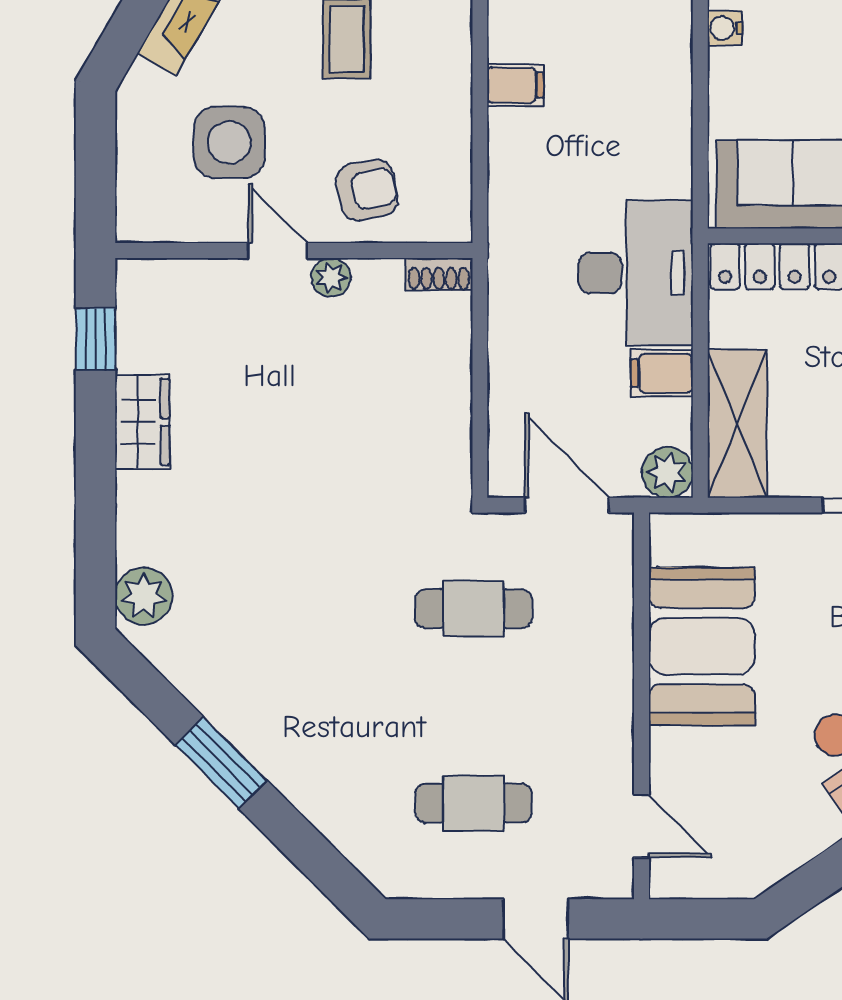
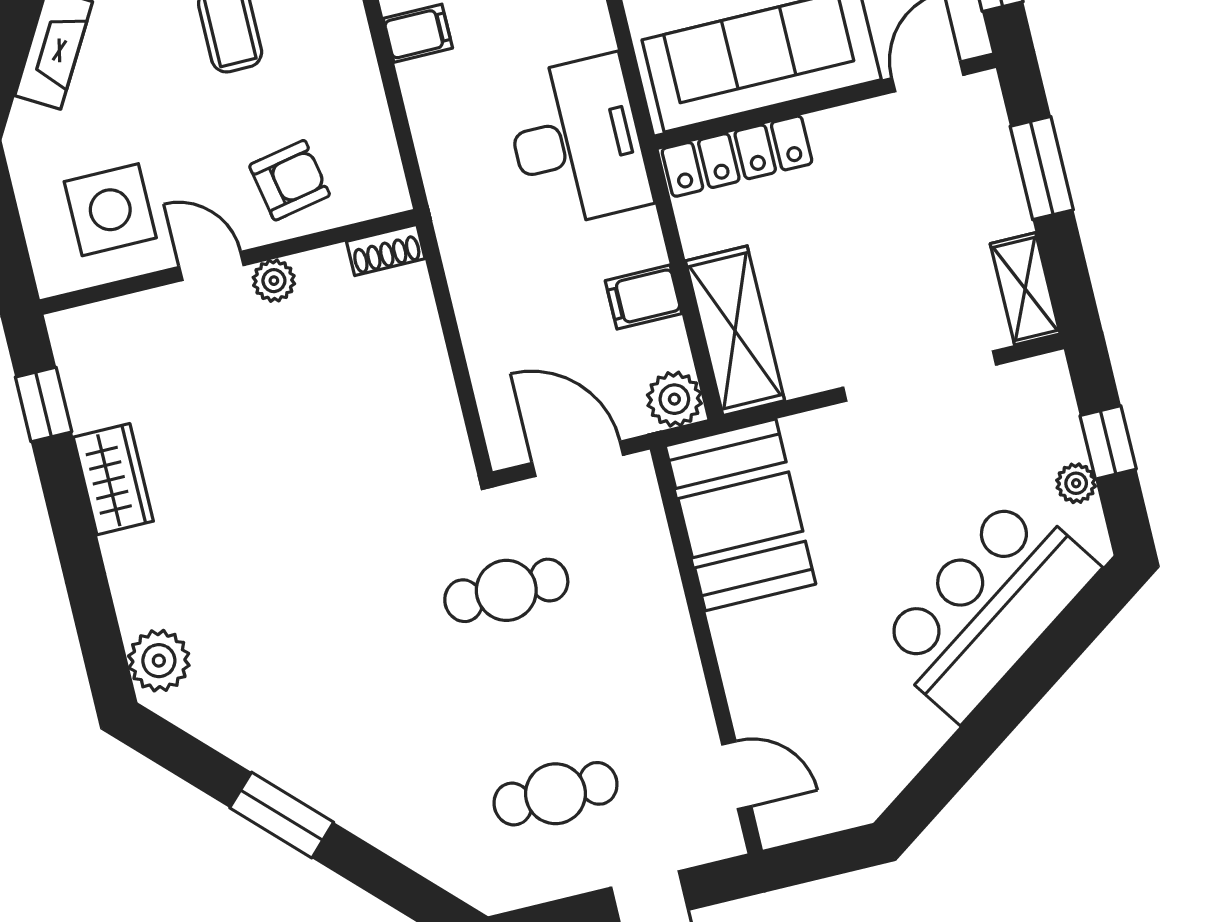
side table: (229, 142) -> (110, 210), moved
desk: (636, 273) -> (577, 141), moved
booth: (702, 646) -> (740, 515), moved

